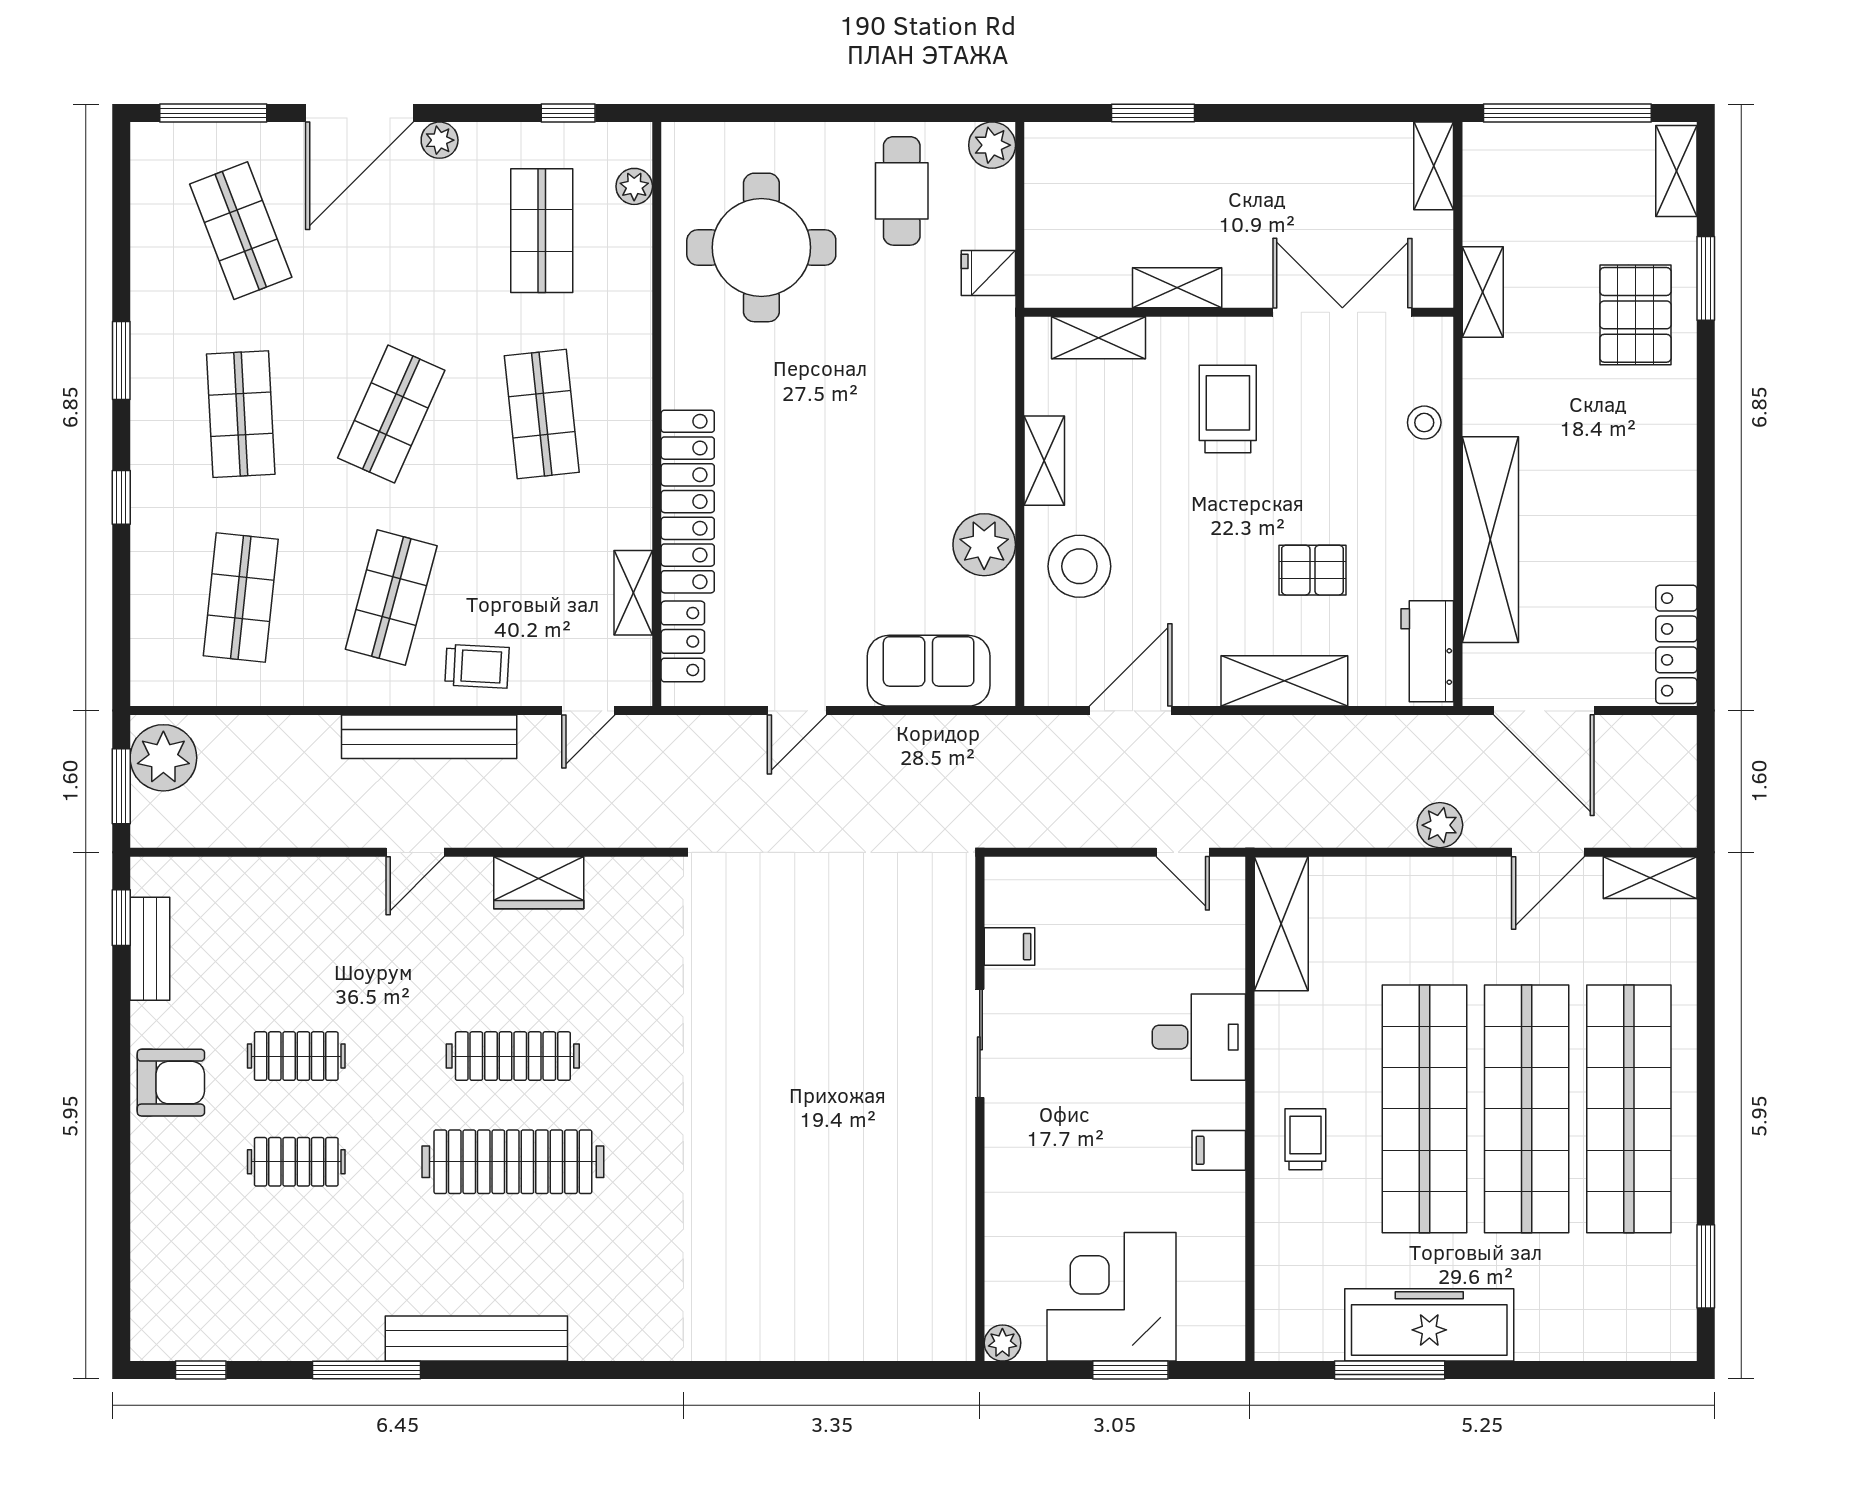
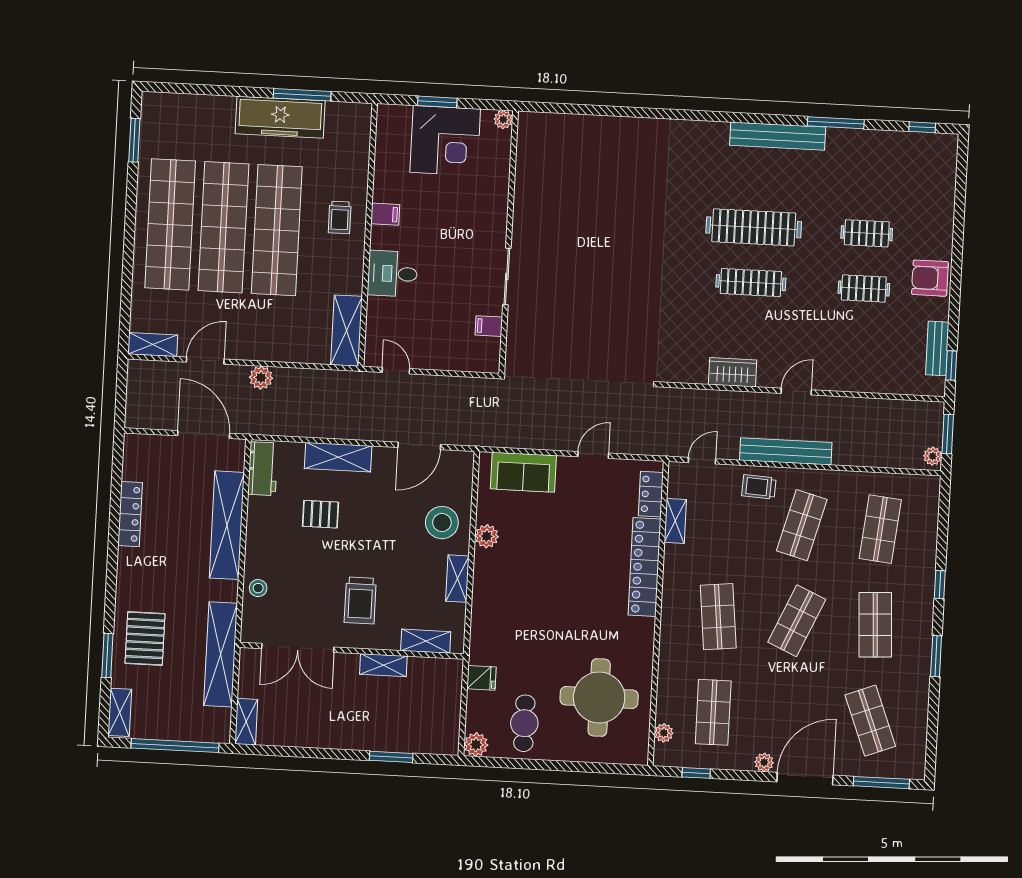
shelving: (1483, 292) -> (221, 654), width x2.20, depth x1.33
plant: (984, 545) -> (487, 536), width x0.73, depth x0.73
locker: (1676, 644) -> (130, 514), moved
plant: (163, 758) -> (933, 456), width x0.53, depth x0.53

